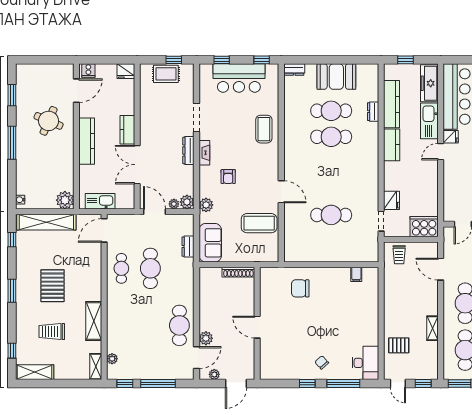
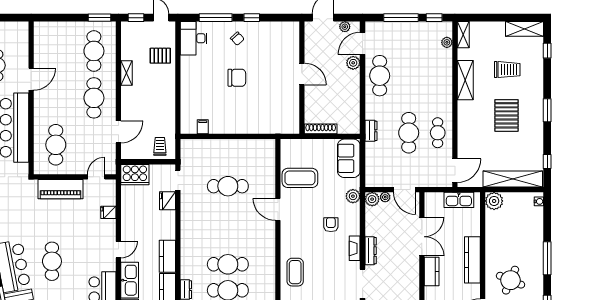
fridge: (451, 137) -> (108, 212), moved
dresser: (188, 247) -> (371, 131), moved
door: (441, 269) -> (118, 132), hinge flipped
chair: (300, 288) -> (237, 78), moved

